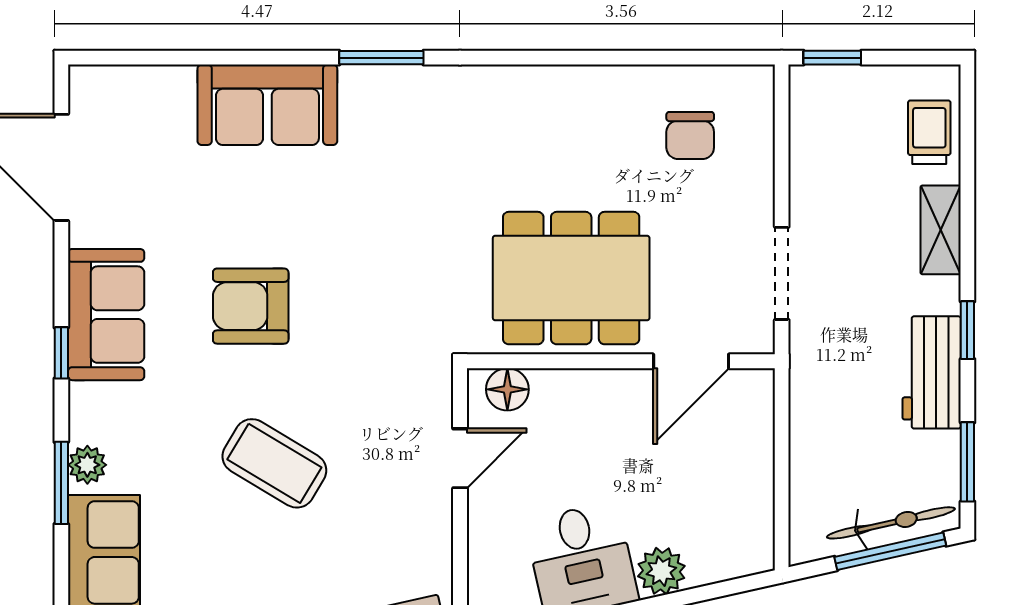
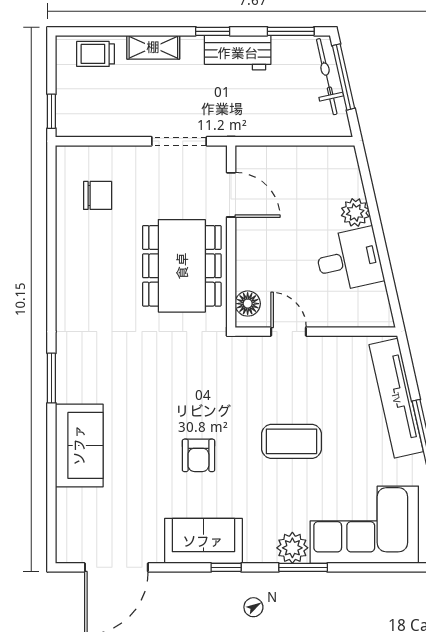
armchair: (251, 306) -> (198, 455), width x0.72, depth x0.72
coffee table: (274, 463) -> (291, 441), turned 59
plant: (87, 465) -> (292, 548), width x1.38, depth x1.38

